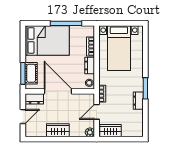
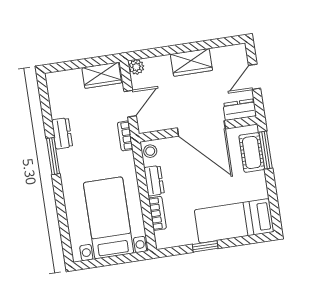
window: (66, 23) -> (205, 246), width x0.46
bed: (47, 40) -> (234, 221), width x0.67

